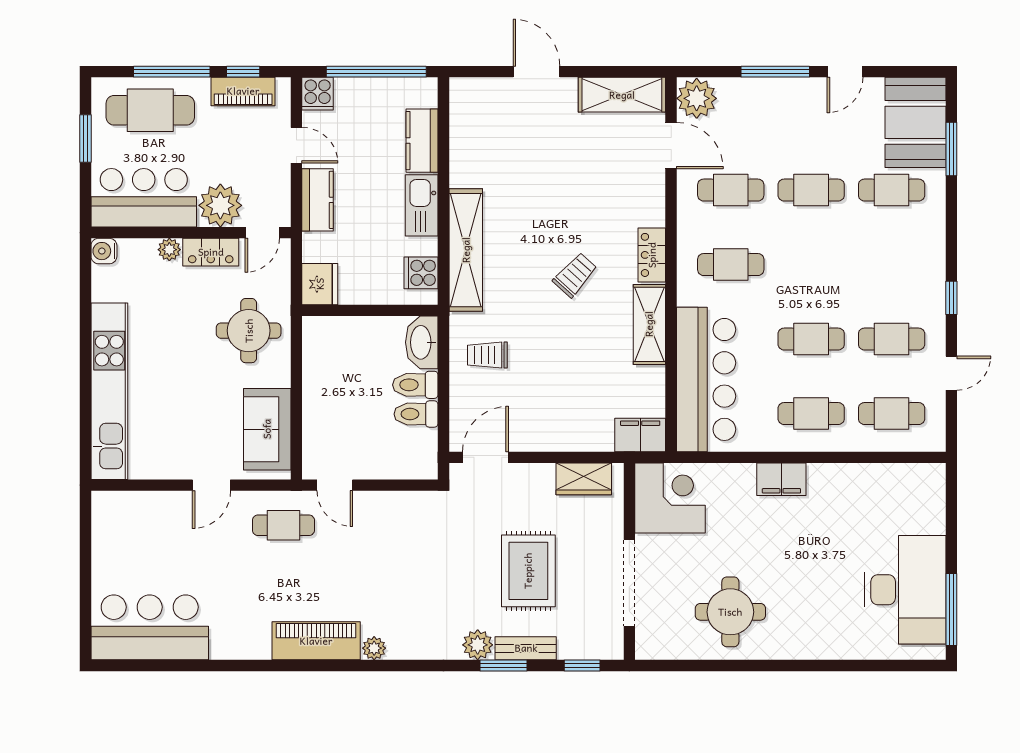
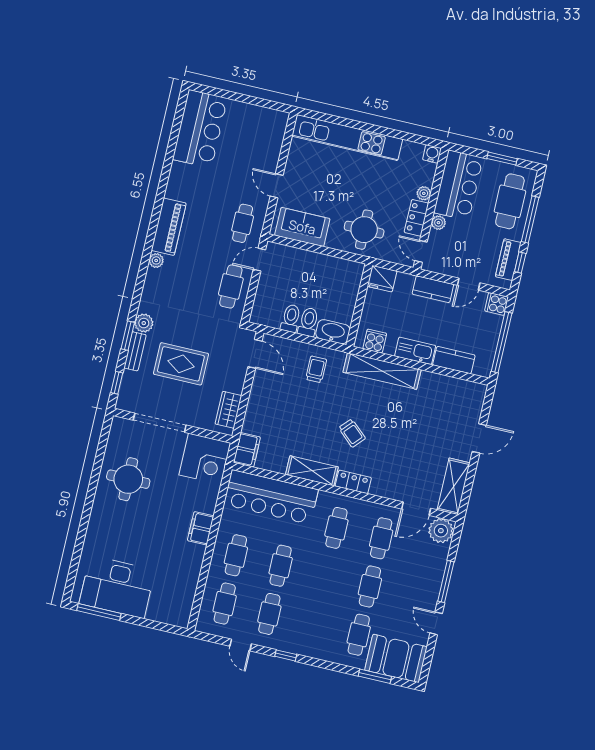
plant: (220, 205) -> (438, 223), width x0.53, depth x0.53
cafe table: (388, 520) -> (231, 286), added

